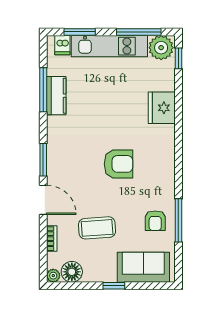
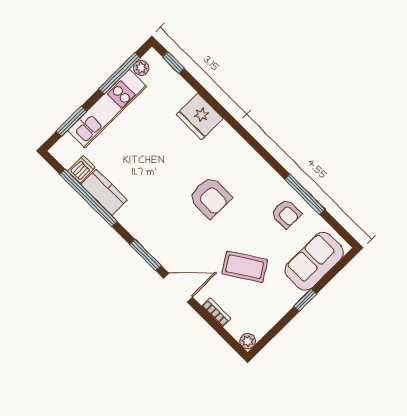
dishwasher: (62, 45) -> (81, 169), moved, turned -90
plant: (161, 48) -> (141, 68), width x0.53, depth x0.53
window: (43, 90) -> (89, 198), width x1.46
armchair: (118, 164) -> (210, 197), turned 90
coffee table: (97, 228) -> (245, 267), turned 61
floor lamp: (72, 272) -> (260, 323), removed

